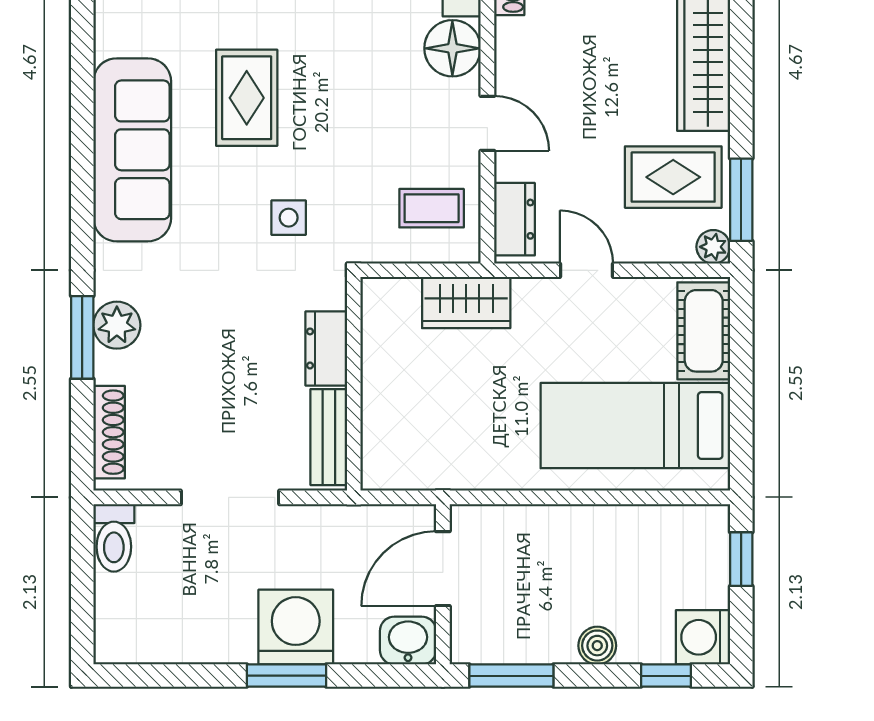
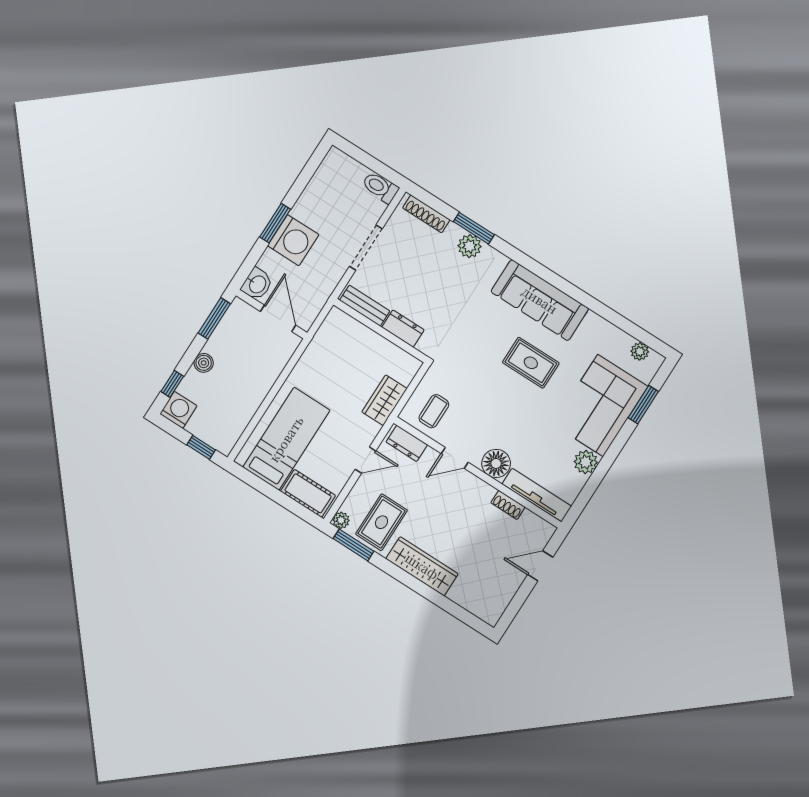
side table: (289, 218) -> (469, 348), removed

